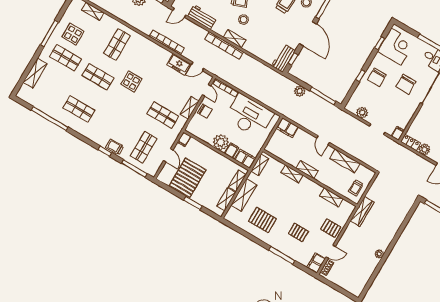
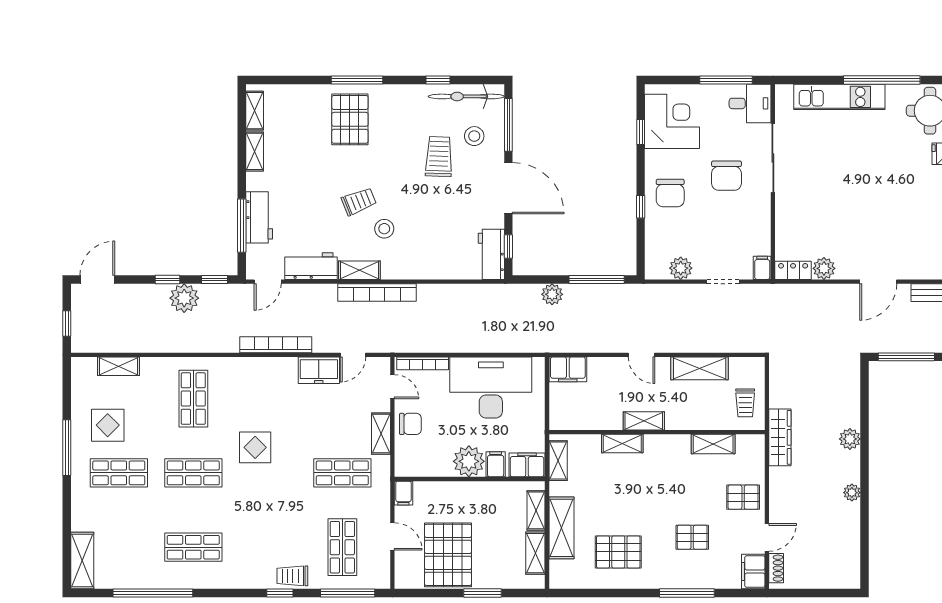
shelving: (235, 39) -> (359, 270), moved
shelving: (35, 73) -> (82, 560), moved
plant: (392, 230) -> (850, 439), added

